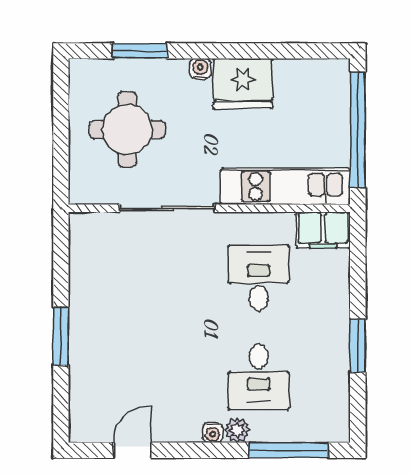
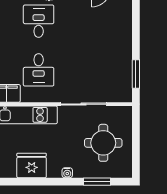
fridge: (243, 84) -> (32, 165), moved
window: (61, 336) -> (136, 74), moved

